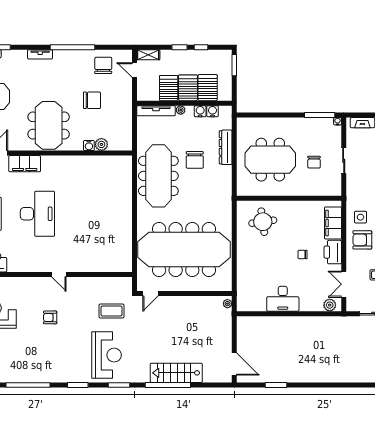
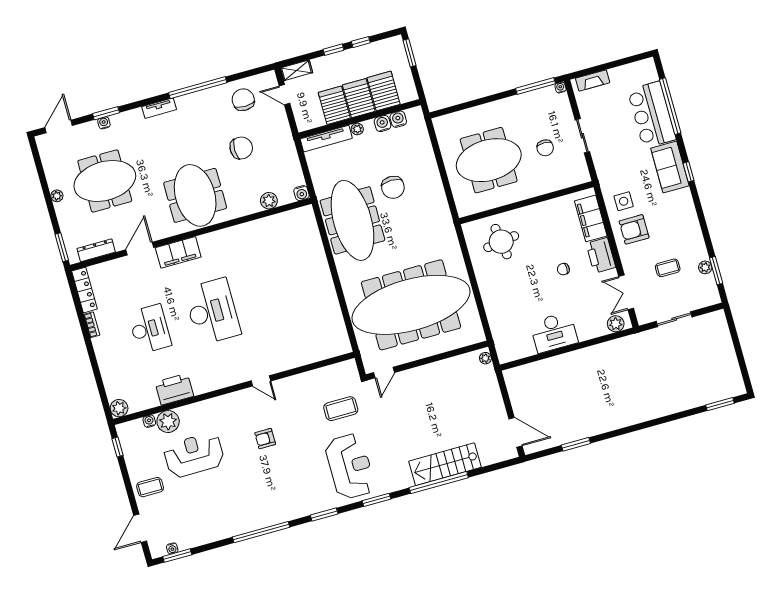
water cooler: (89, 145) -> (302, 193), moved
dresser: (226, 147) -> (428, 160), removed

